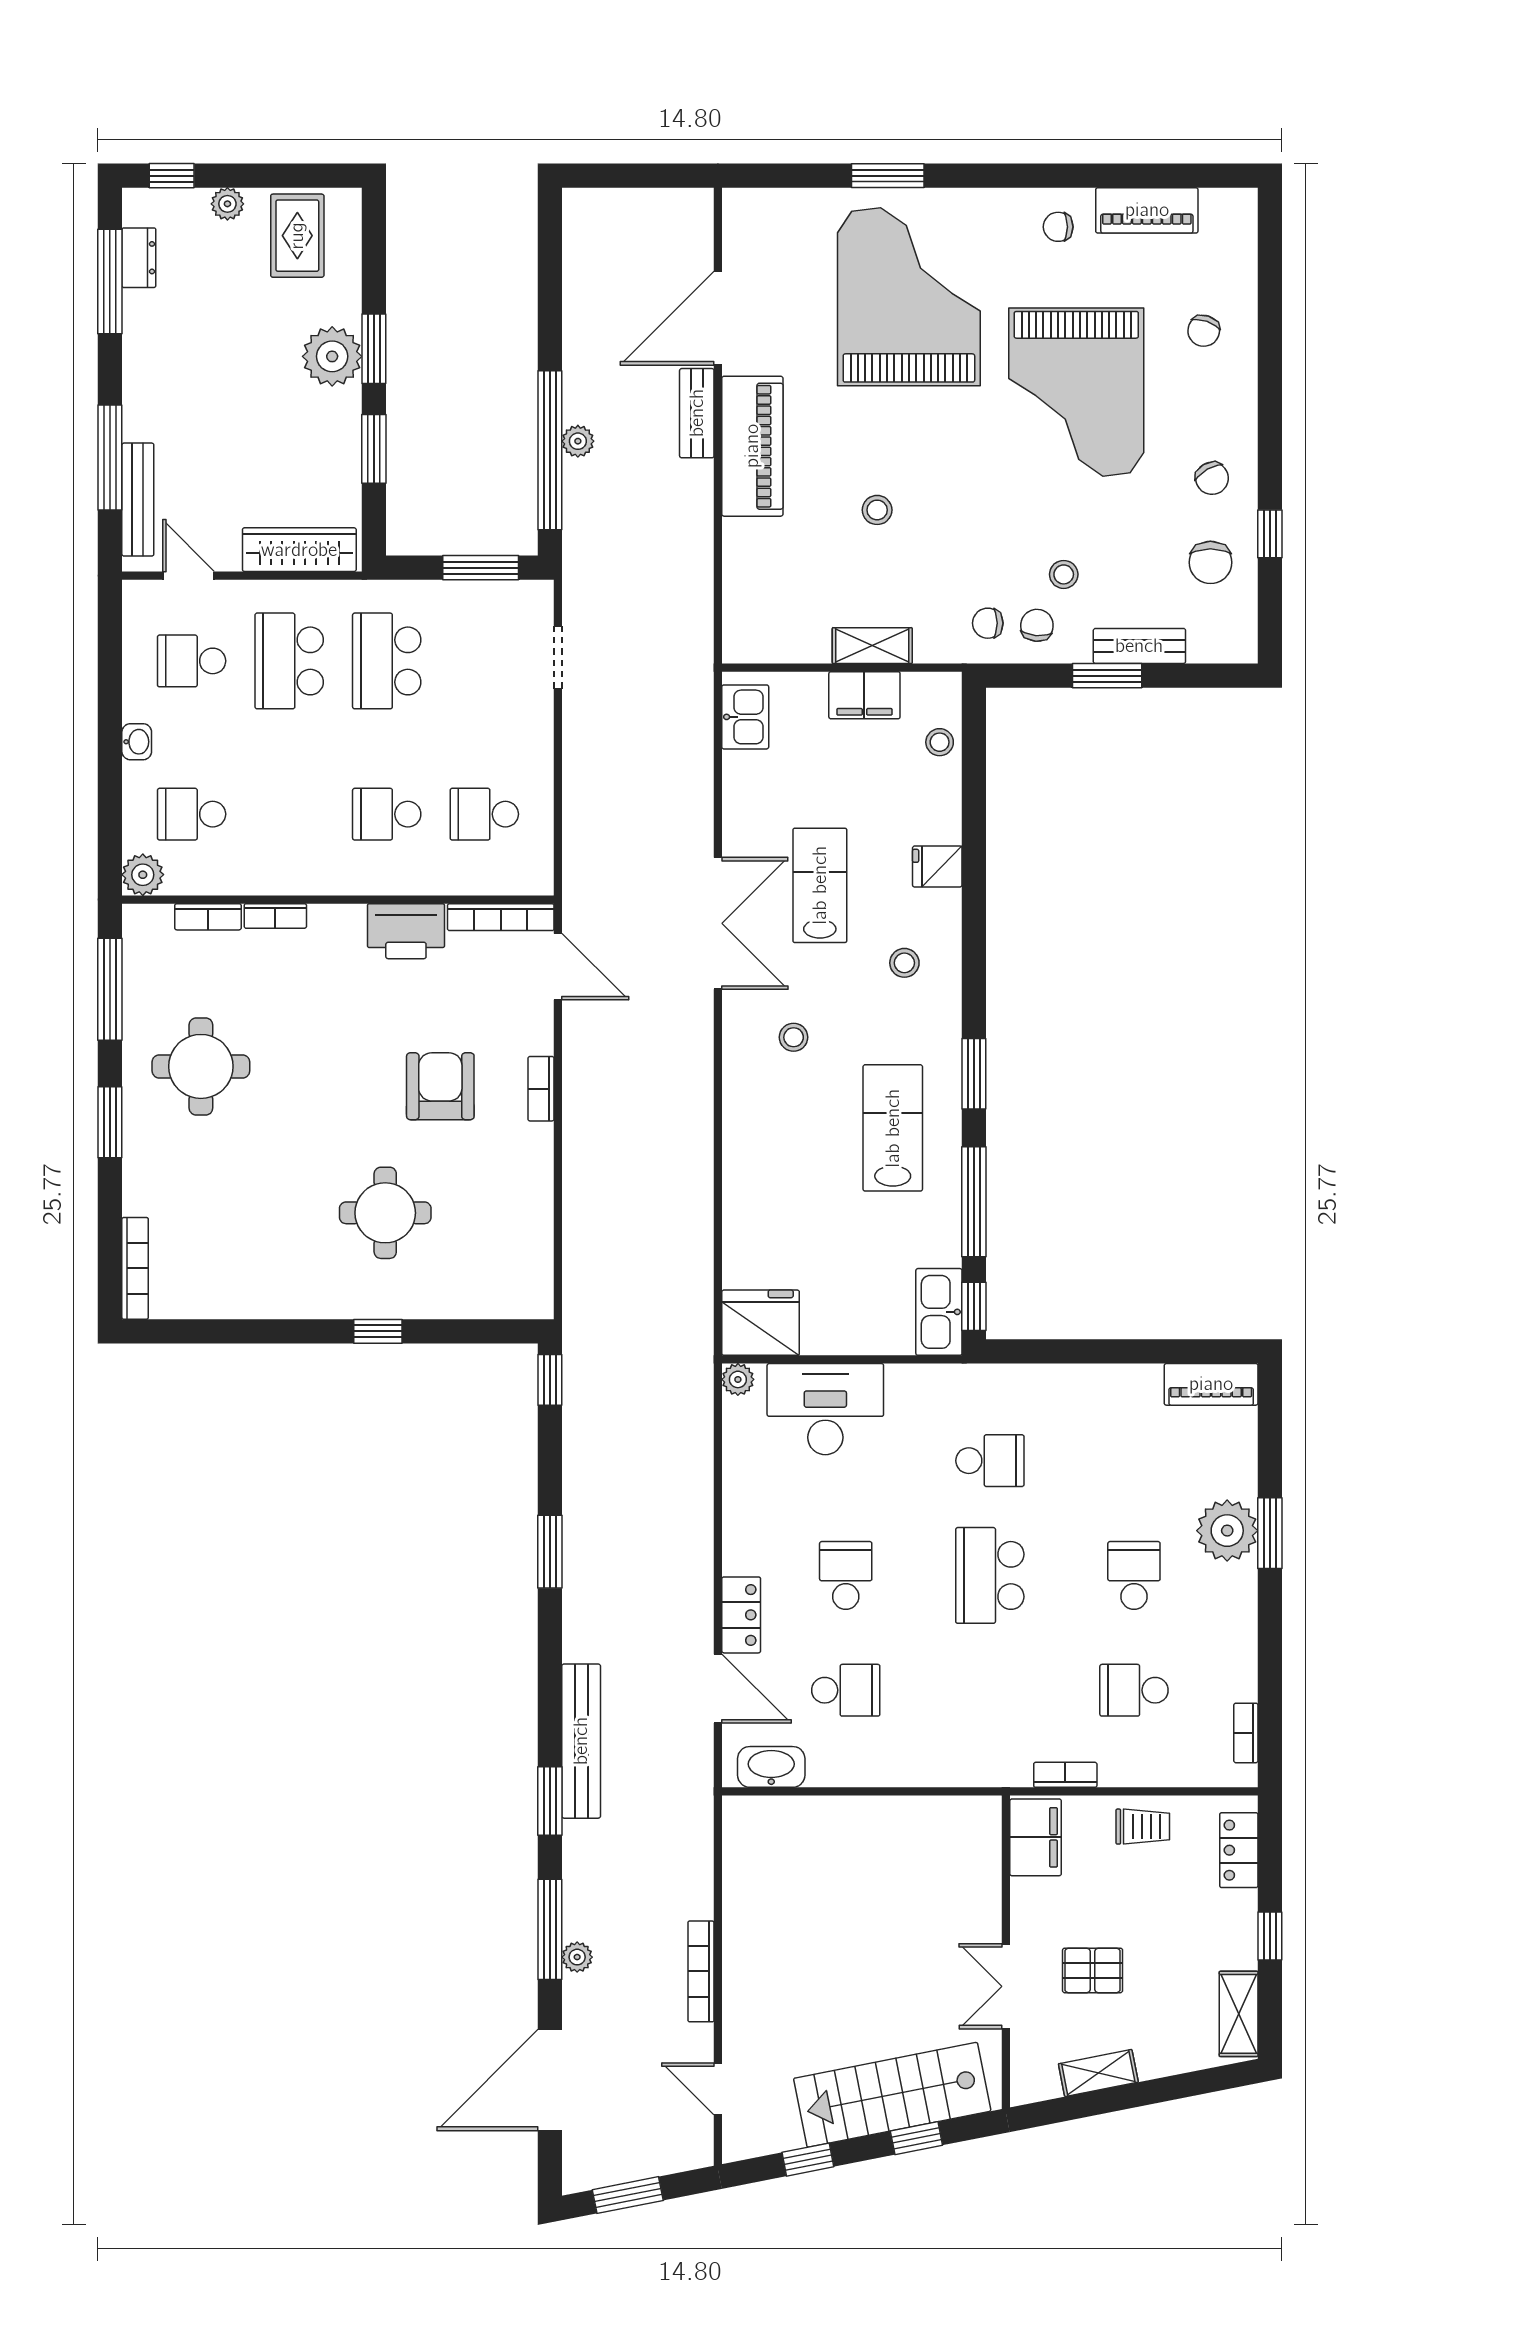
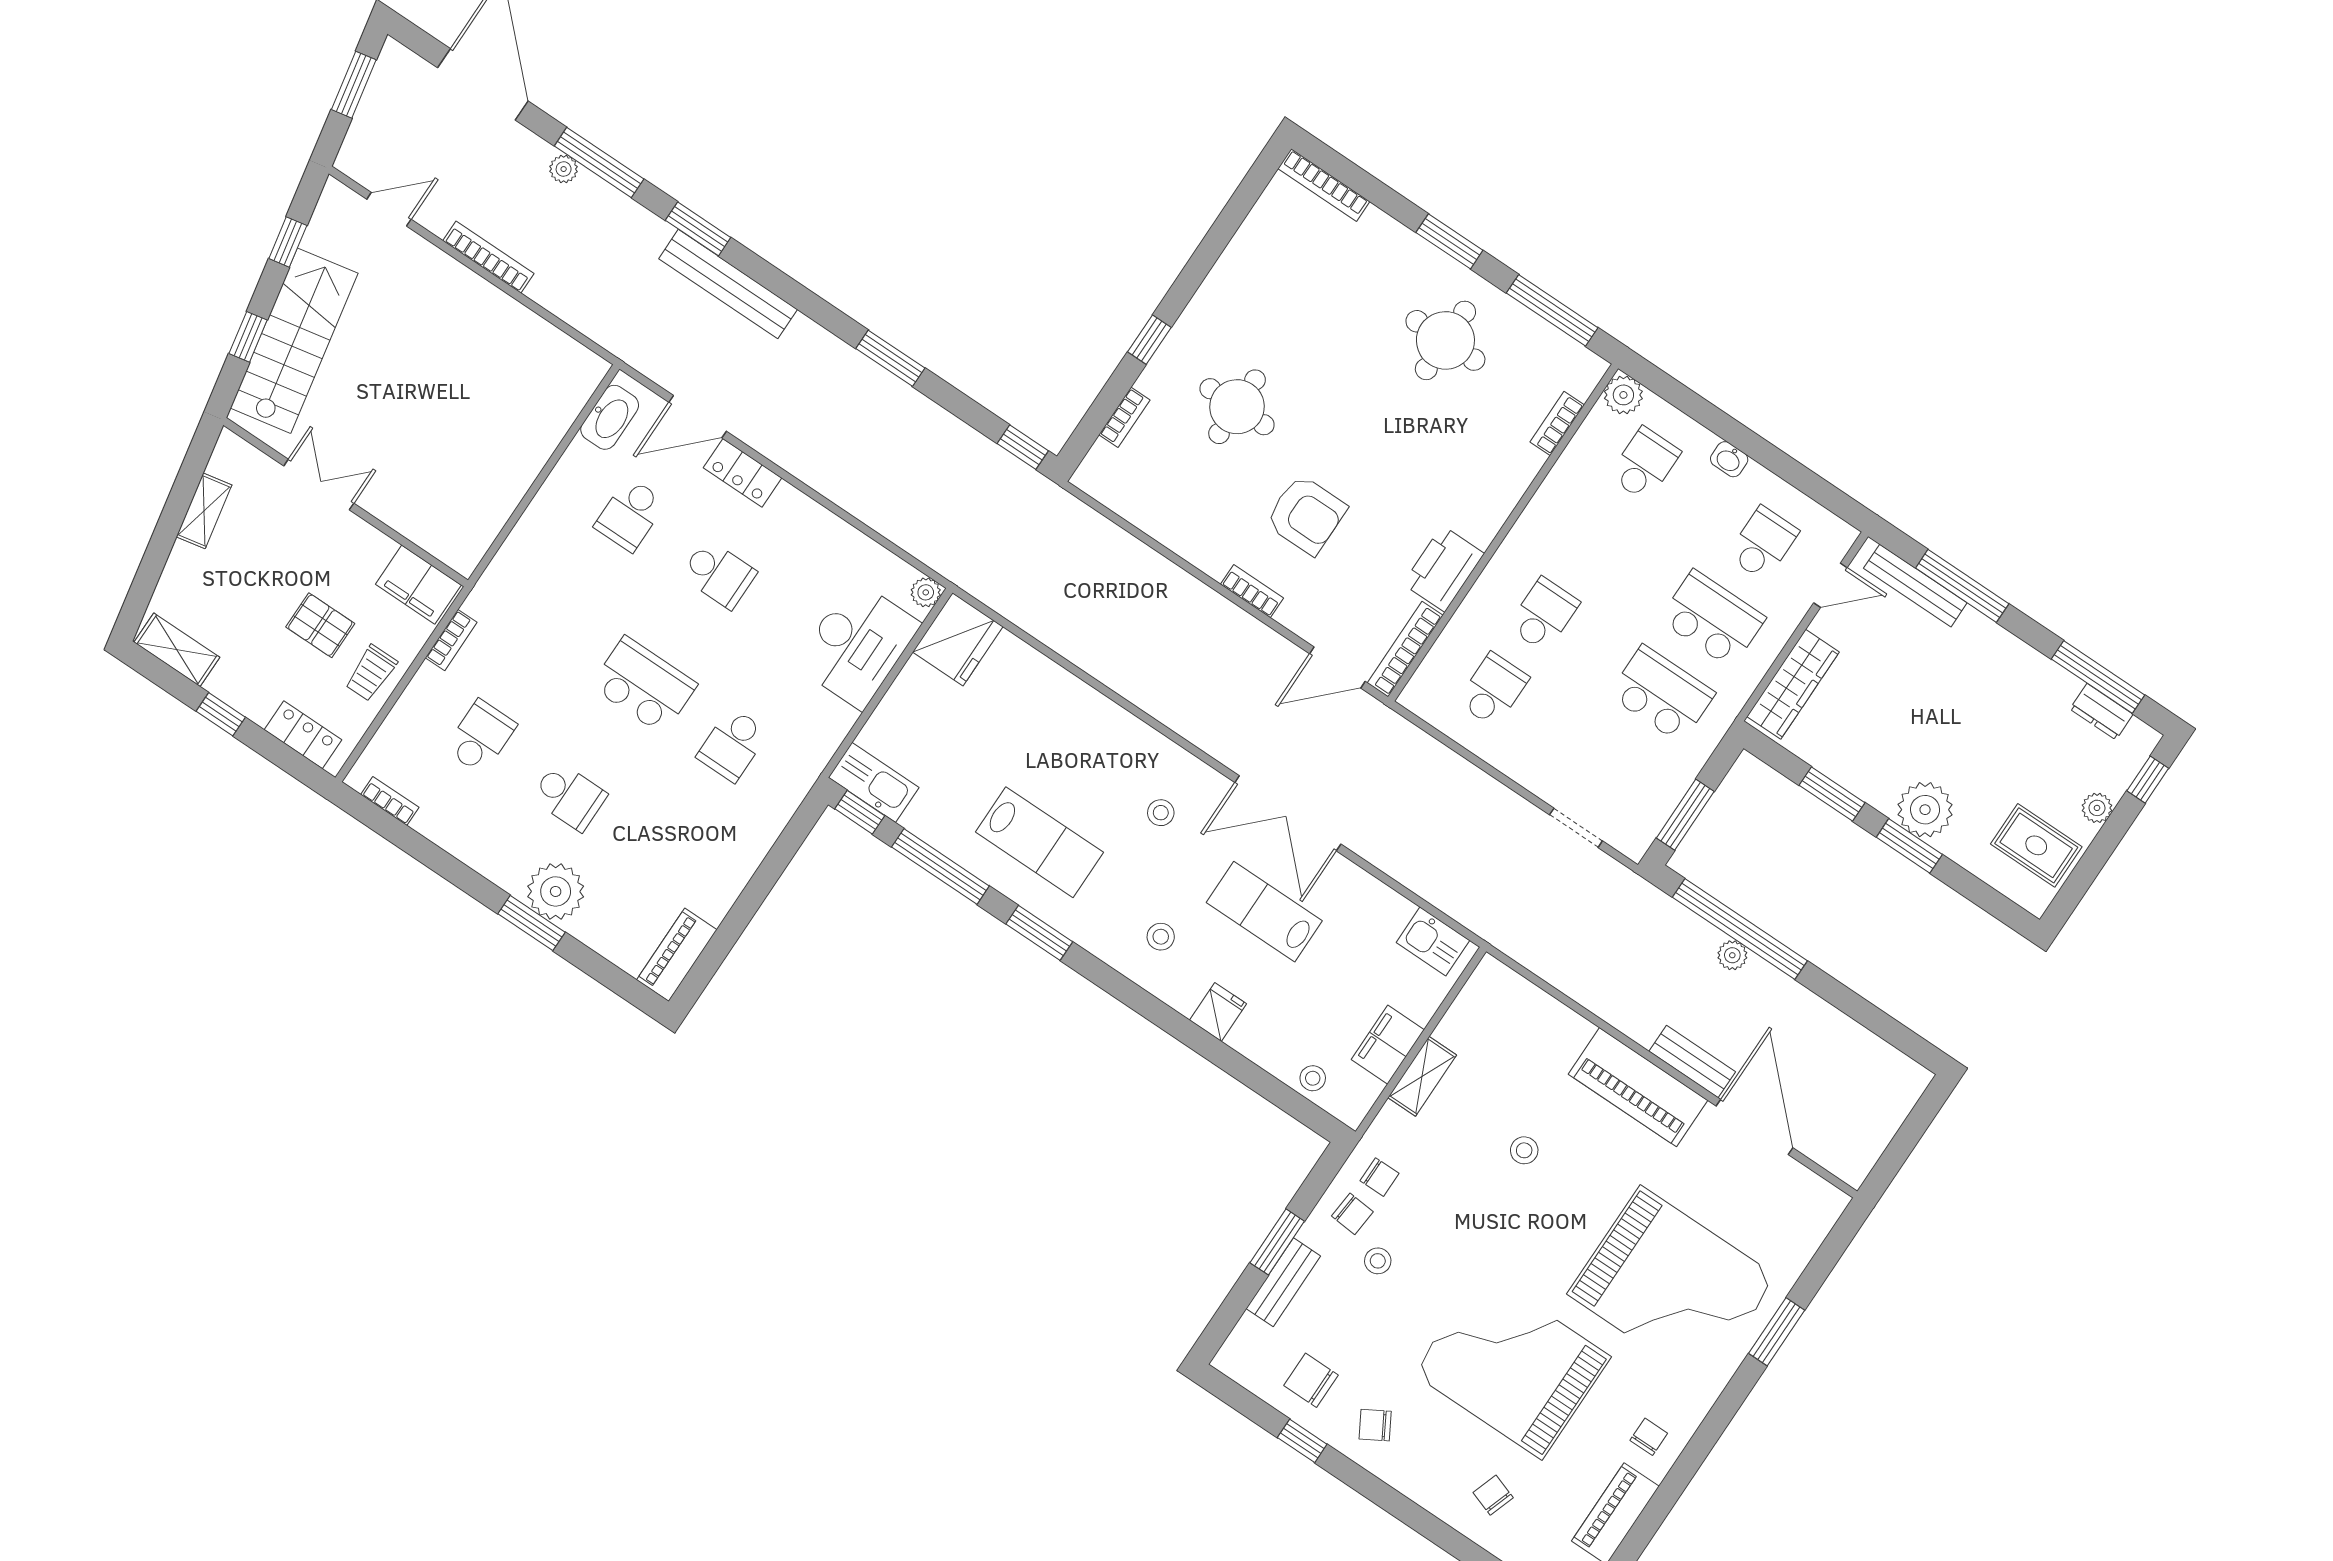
chair: (988, 623) -> (1379, 1177), turned 90
lab bench: (820, 885) -> (1264, 912), turned 180
bookcase: (275, 916) -> (1124, 417), moved, turned 180
pallet: (1093, 1970) -> (320, 625), moved, turned 90

